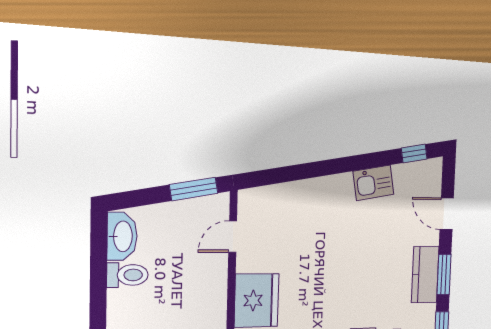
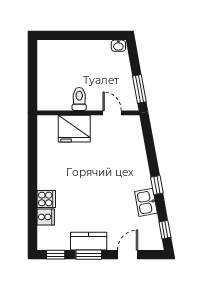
window: (348, 164) -> (157, 185), added
washbasin: (122, 236) -> (118, 46), width x0.52, depth x0.69
toilet: (127, 275) -> (79, 99), moved, turned 180

